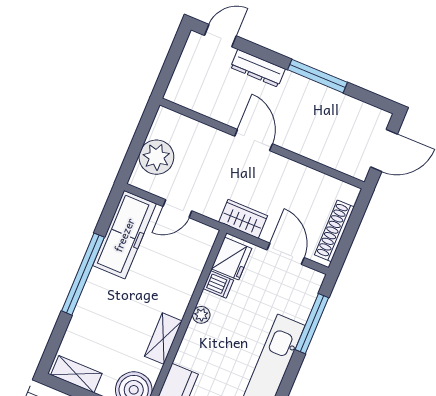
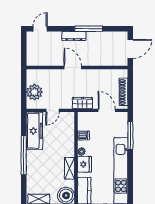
dresser: (258, 68) -> (74, 36), moved
fridge: (231, 259) -> (84, 164), moved

